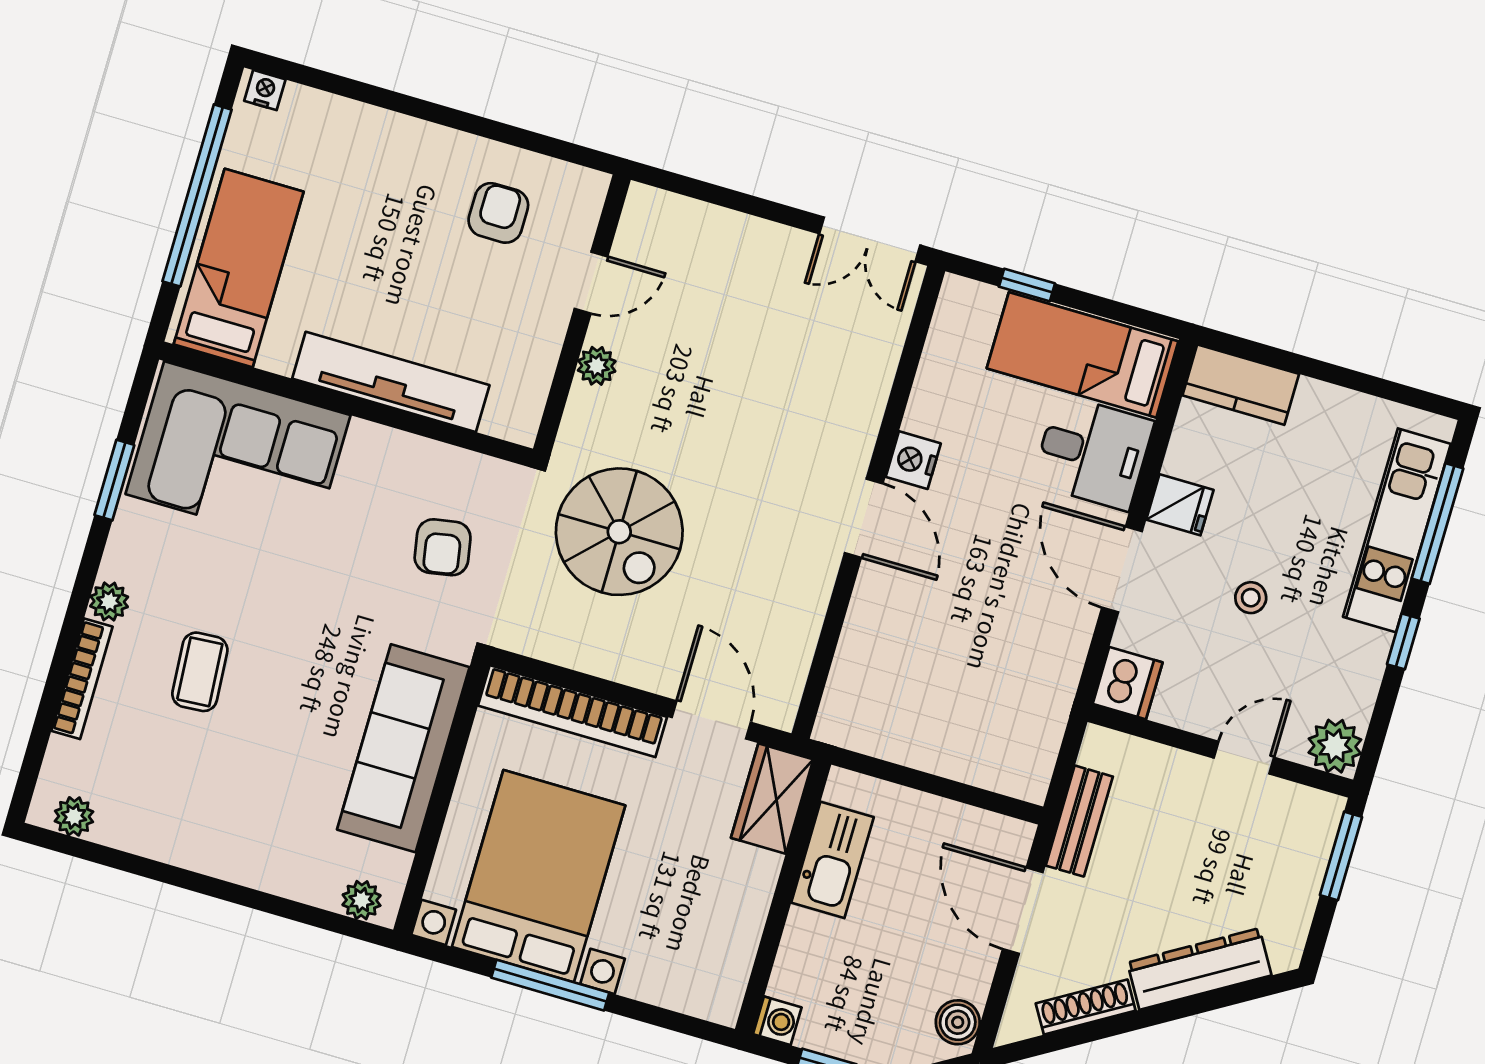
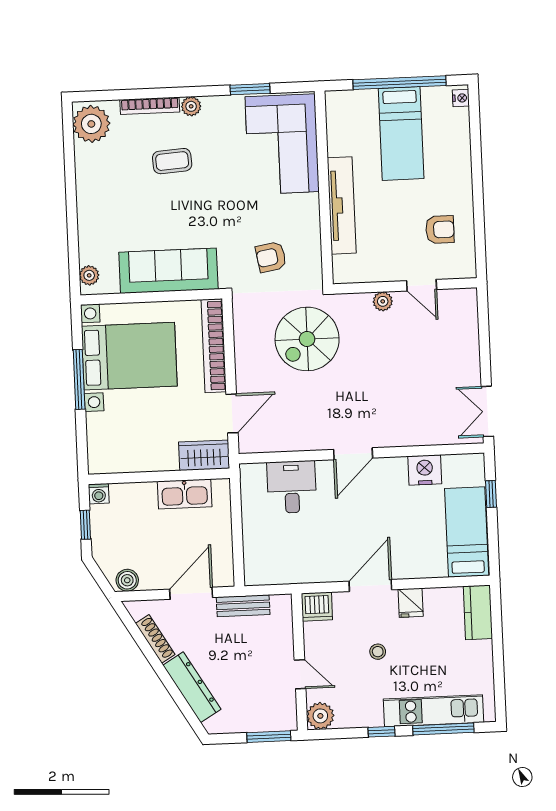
bed: (239, 268) -> (401, 133), moved, turned 90
desk: (1093, 452) -> (292, 487), moved, turned 180
nightstand: (913, 460) -> (425, 470), moved, width x1.36, depth x1.33
plant: (74, 816) -> (91, 124), width x1.88, depth x1.88

